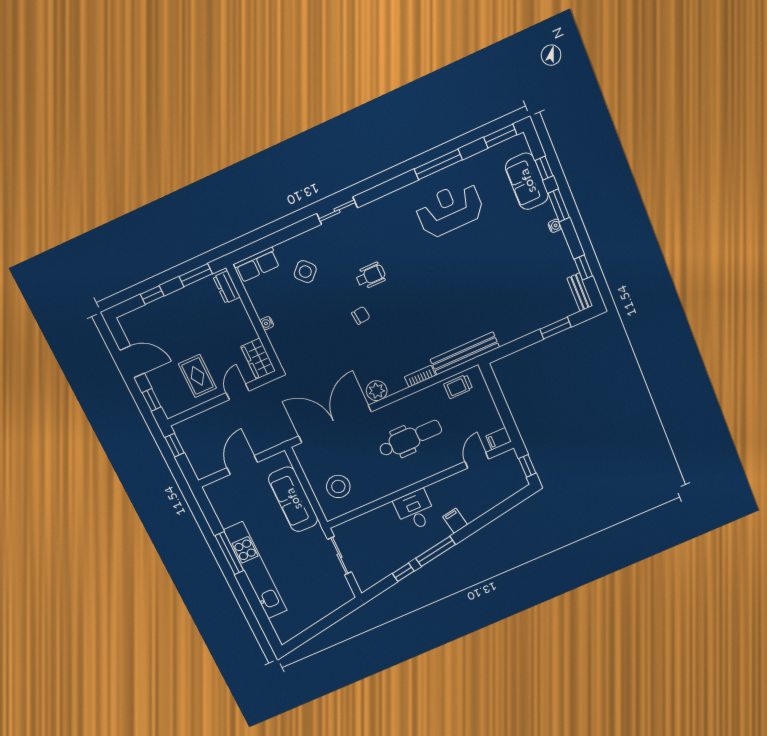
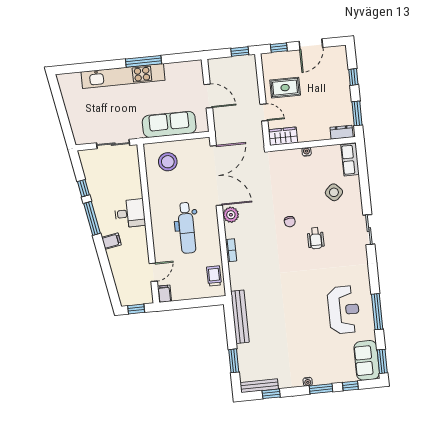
sofa: (527, 181) -> (367, 360), moved, turned -90
bench: (580, 292) -> (259, 386), width x1.36
bench: (465, 353) -> (240, 317), moved
door: (477, 460) -> (153, 272), hinge flipped

